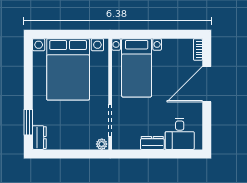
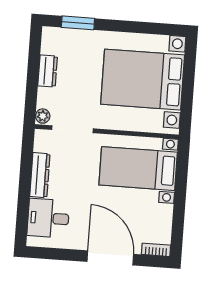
dresser: (39, 138) -> (48, 71), moved, turned -90
dresser: (152, 143) -> (40, 175), width x1.44

